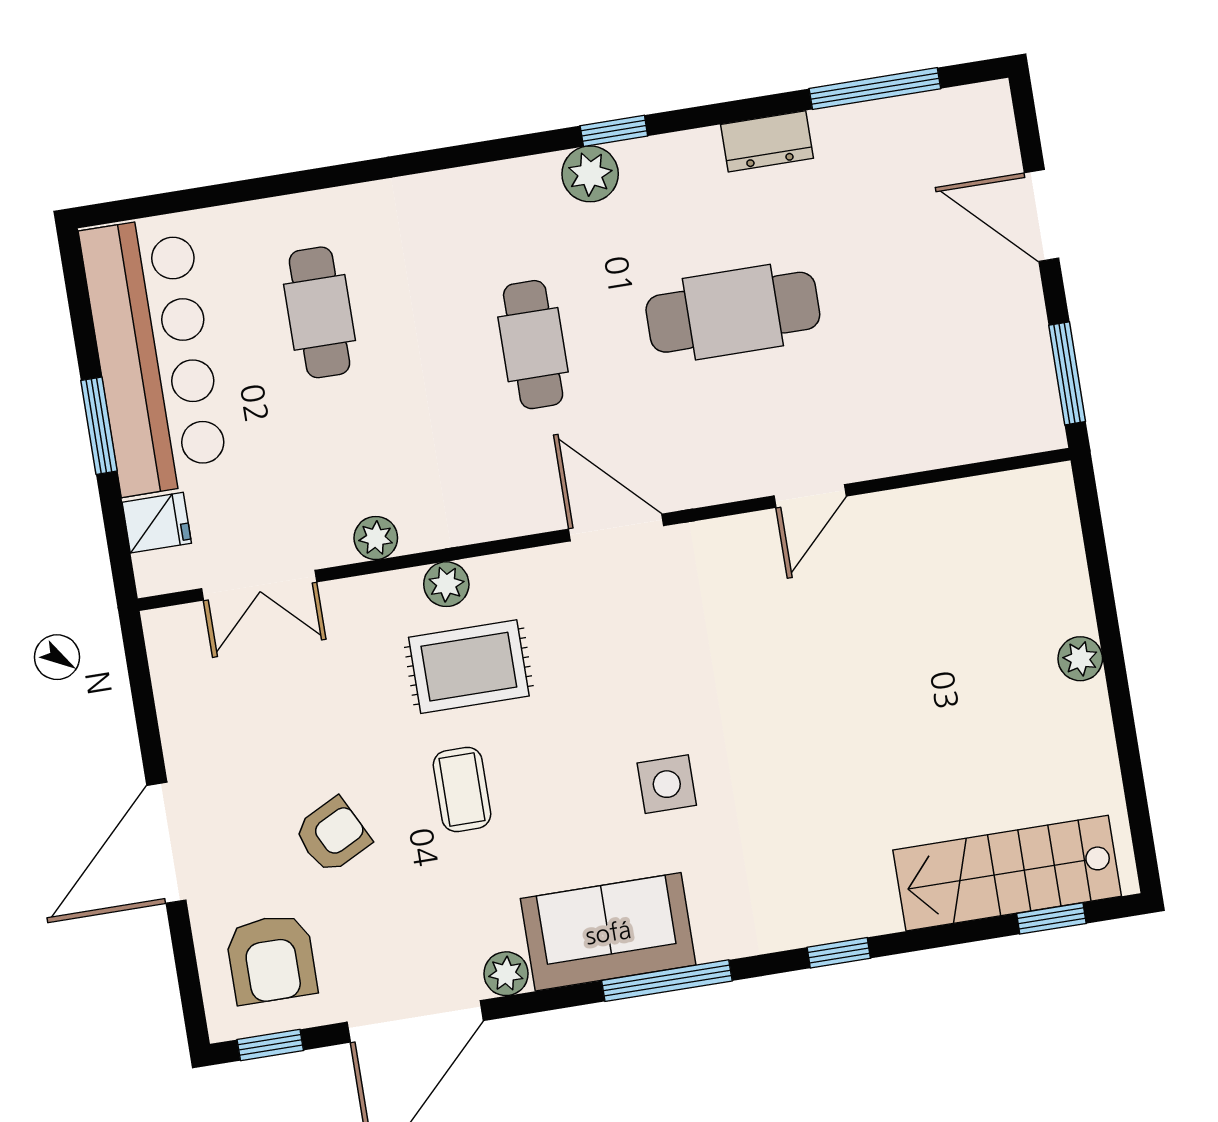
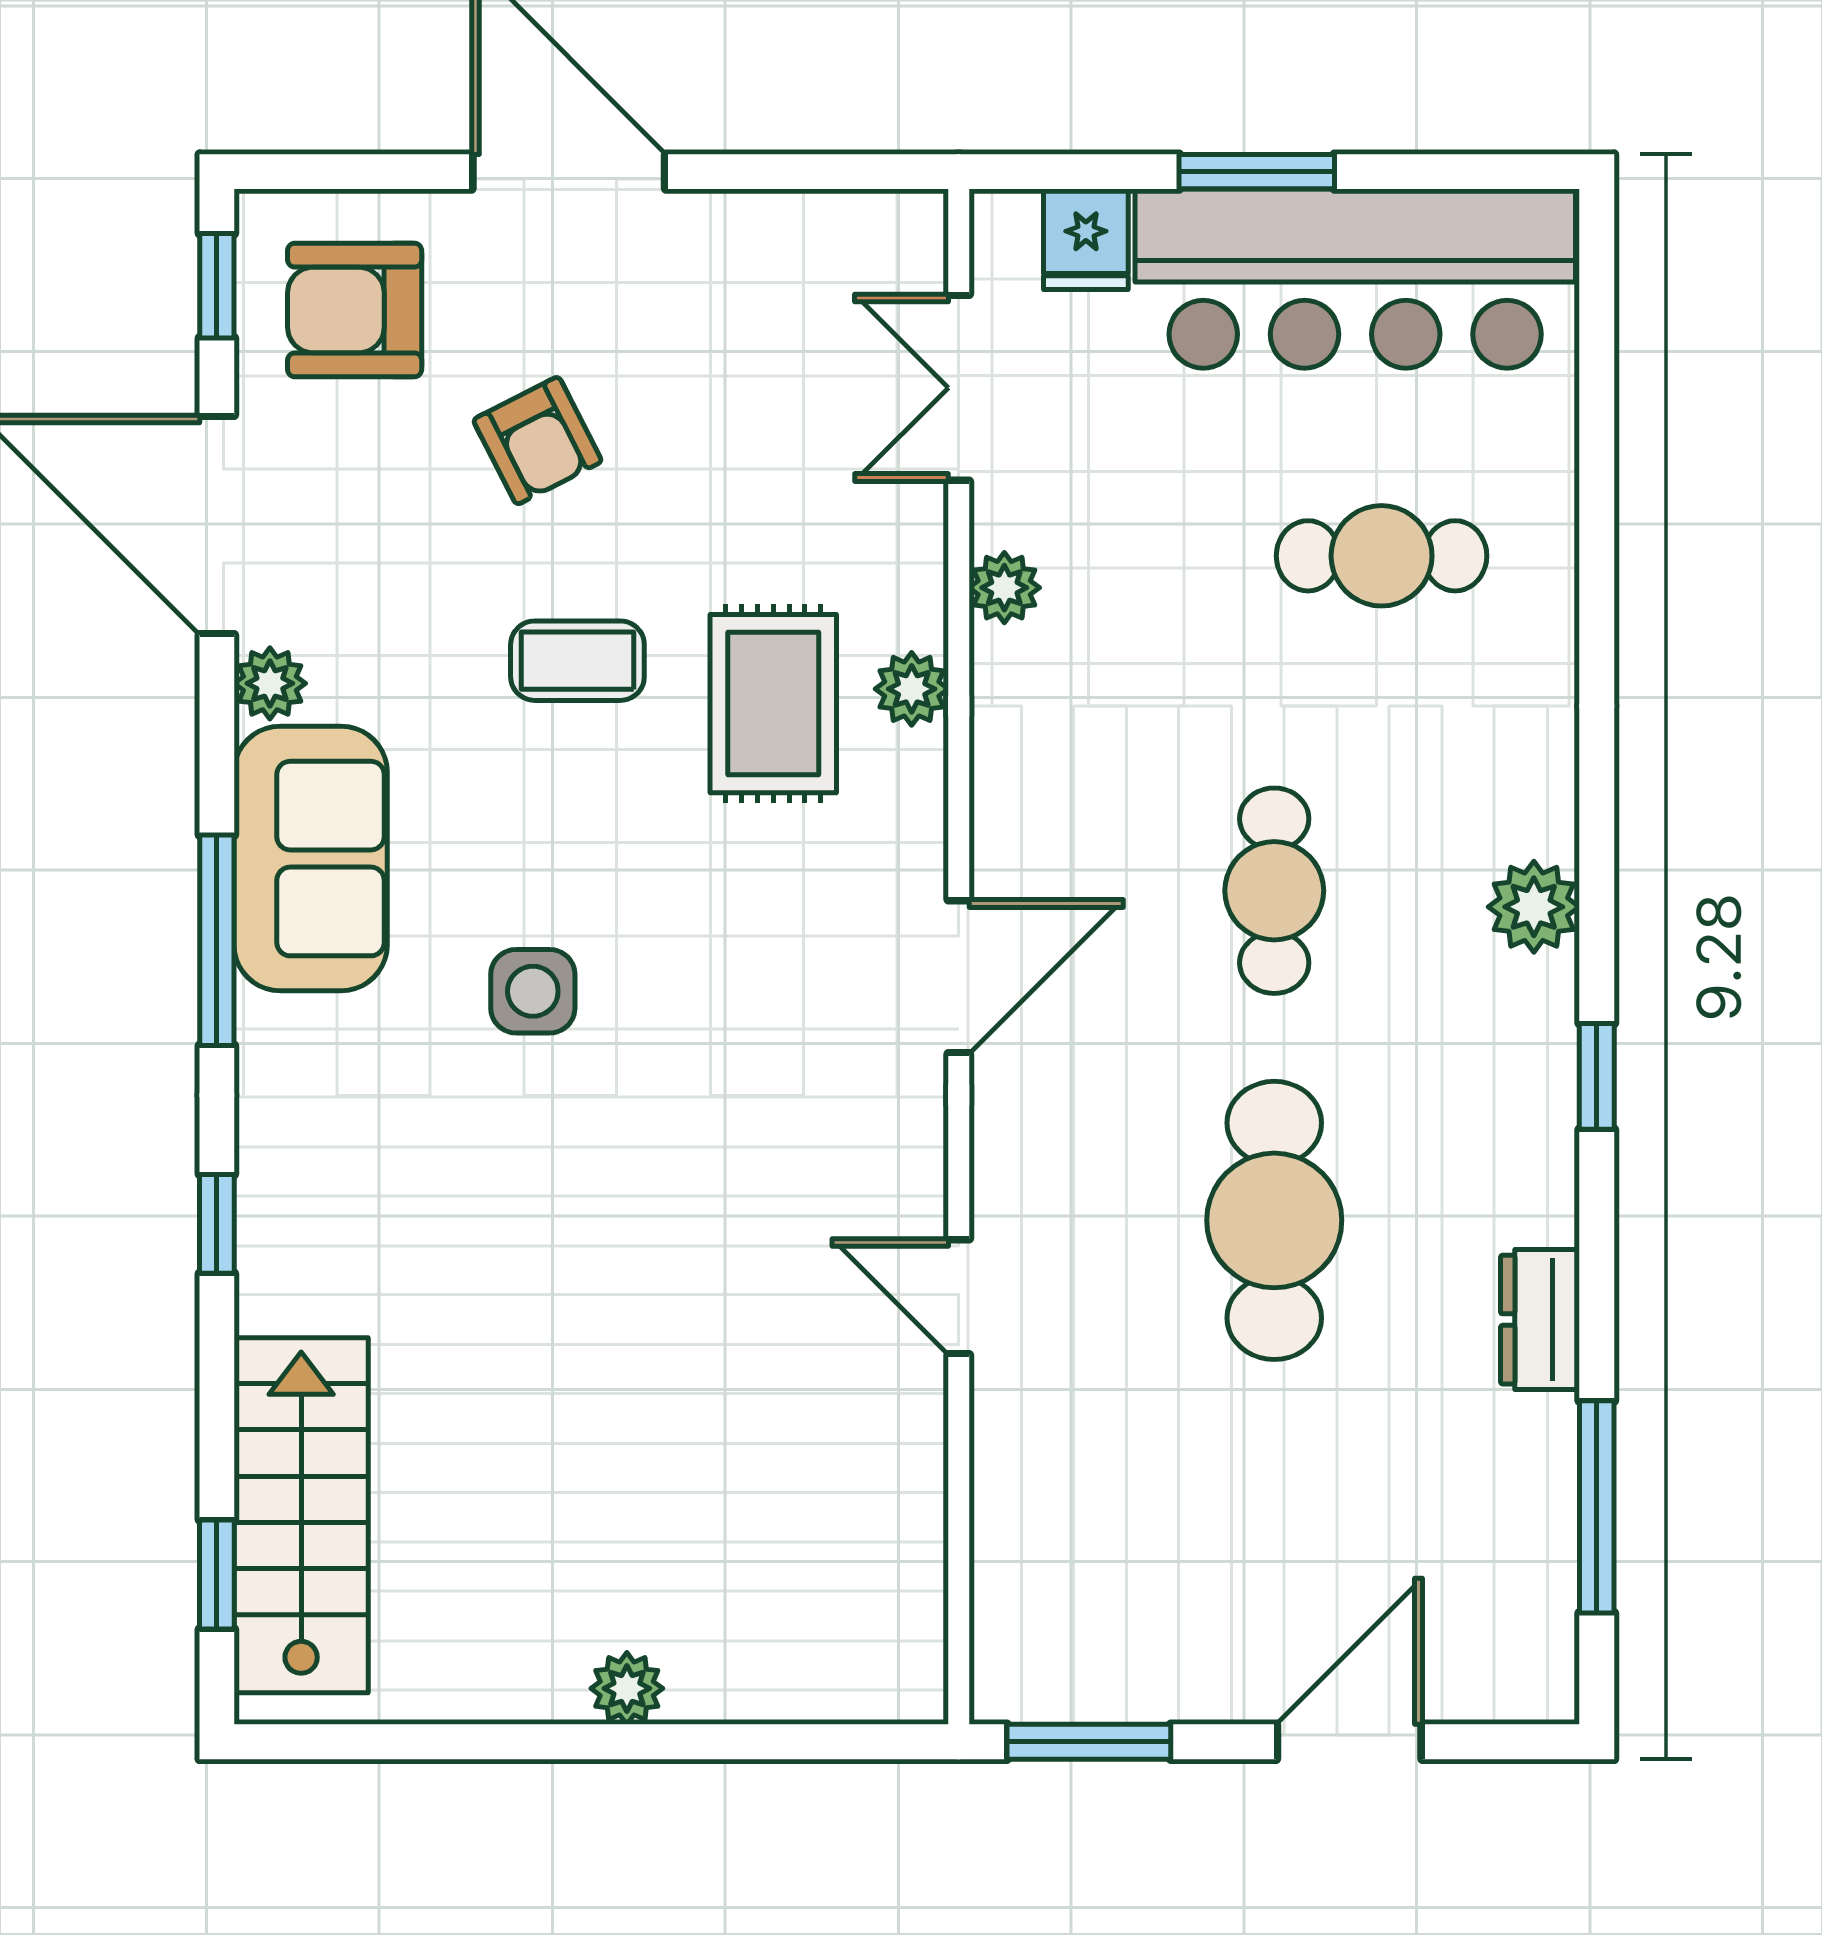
plant: (590, 174) -> (1534, 907), moved
cafe table: (533, 345) -> (1274, 891), turned 90

